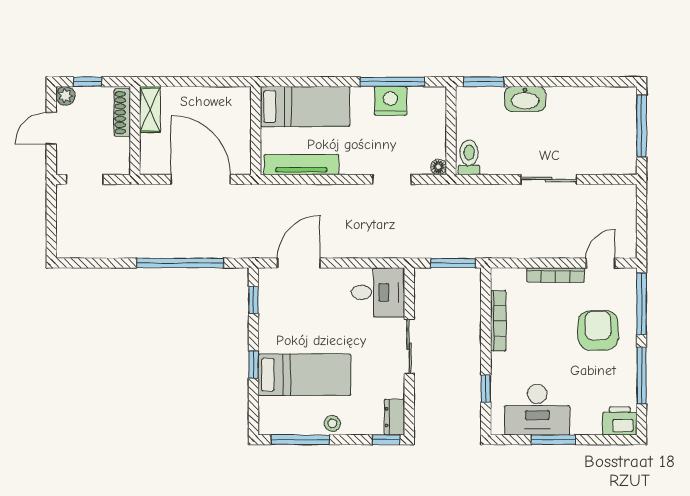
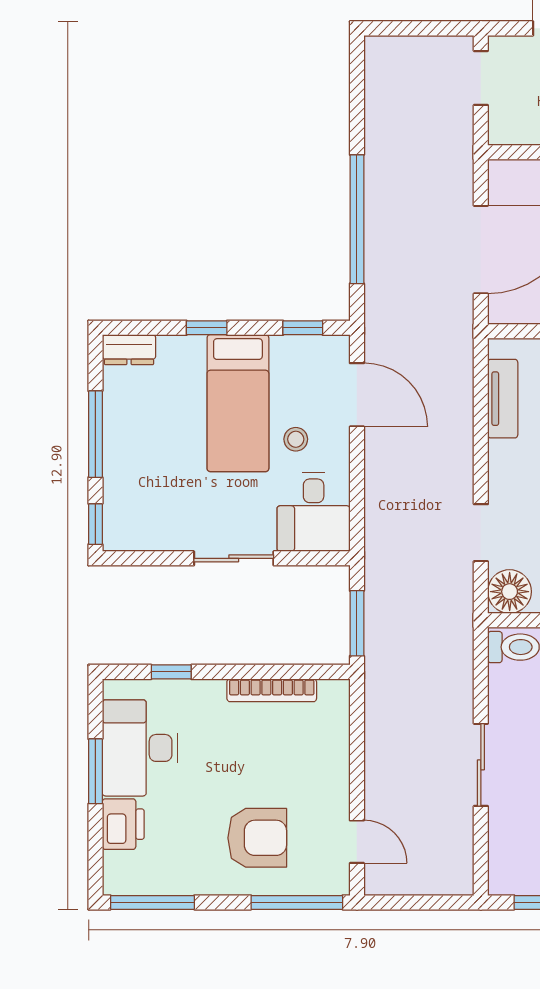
tv unit: (301, 165) -> (503, 399), width x0.71
floor lamp: (439, 167) -> (510, 592), width x1.89, depth x1.89
bookcase: (556, 275) -> (339, 775), removed
bed: (304, 375) -> (238, 403), moved
window: (642, 375) -> (152, 902), moved
dresser: (394, 417) -> (129, 350), moved, turned 180
printer: (620, 421) -> (123, 824), moved
stool: (332, 423) -> (296, 439), moved
window: (300, 440) -> (95, 434), moved

